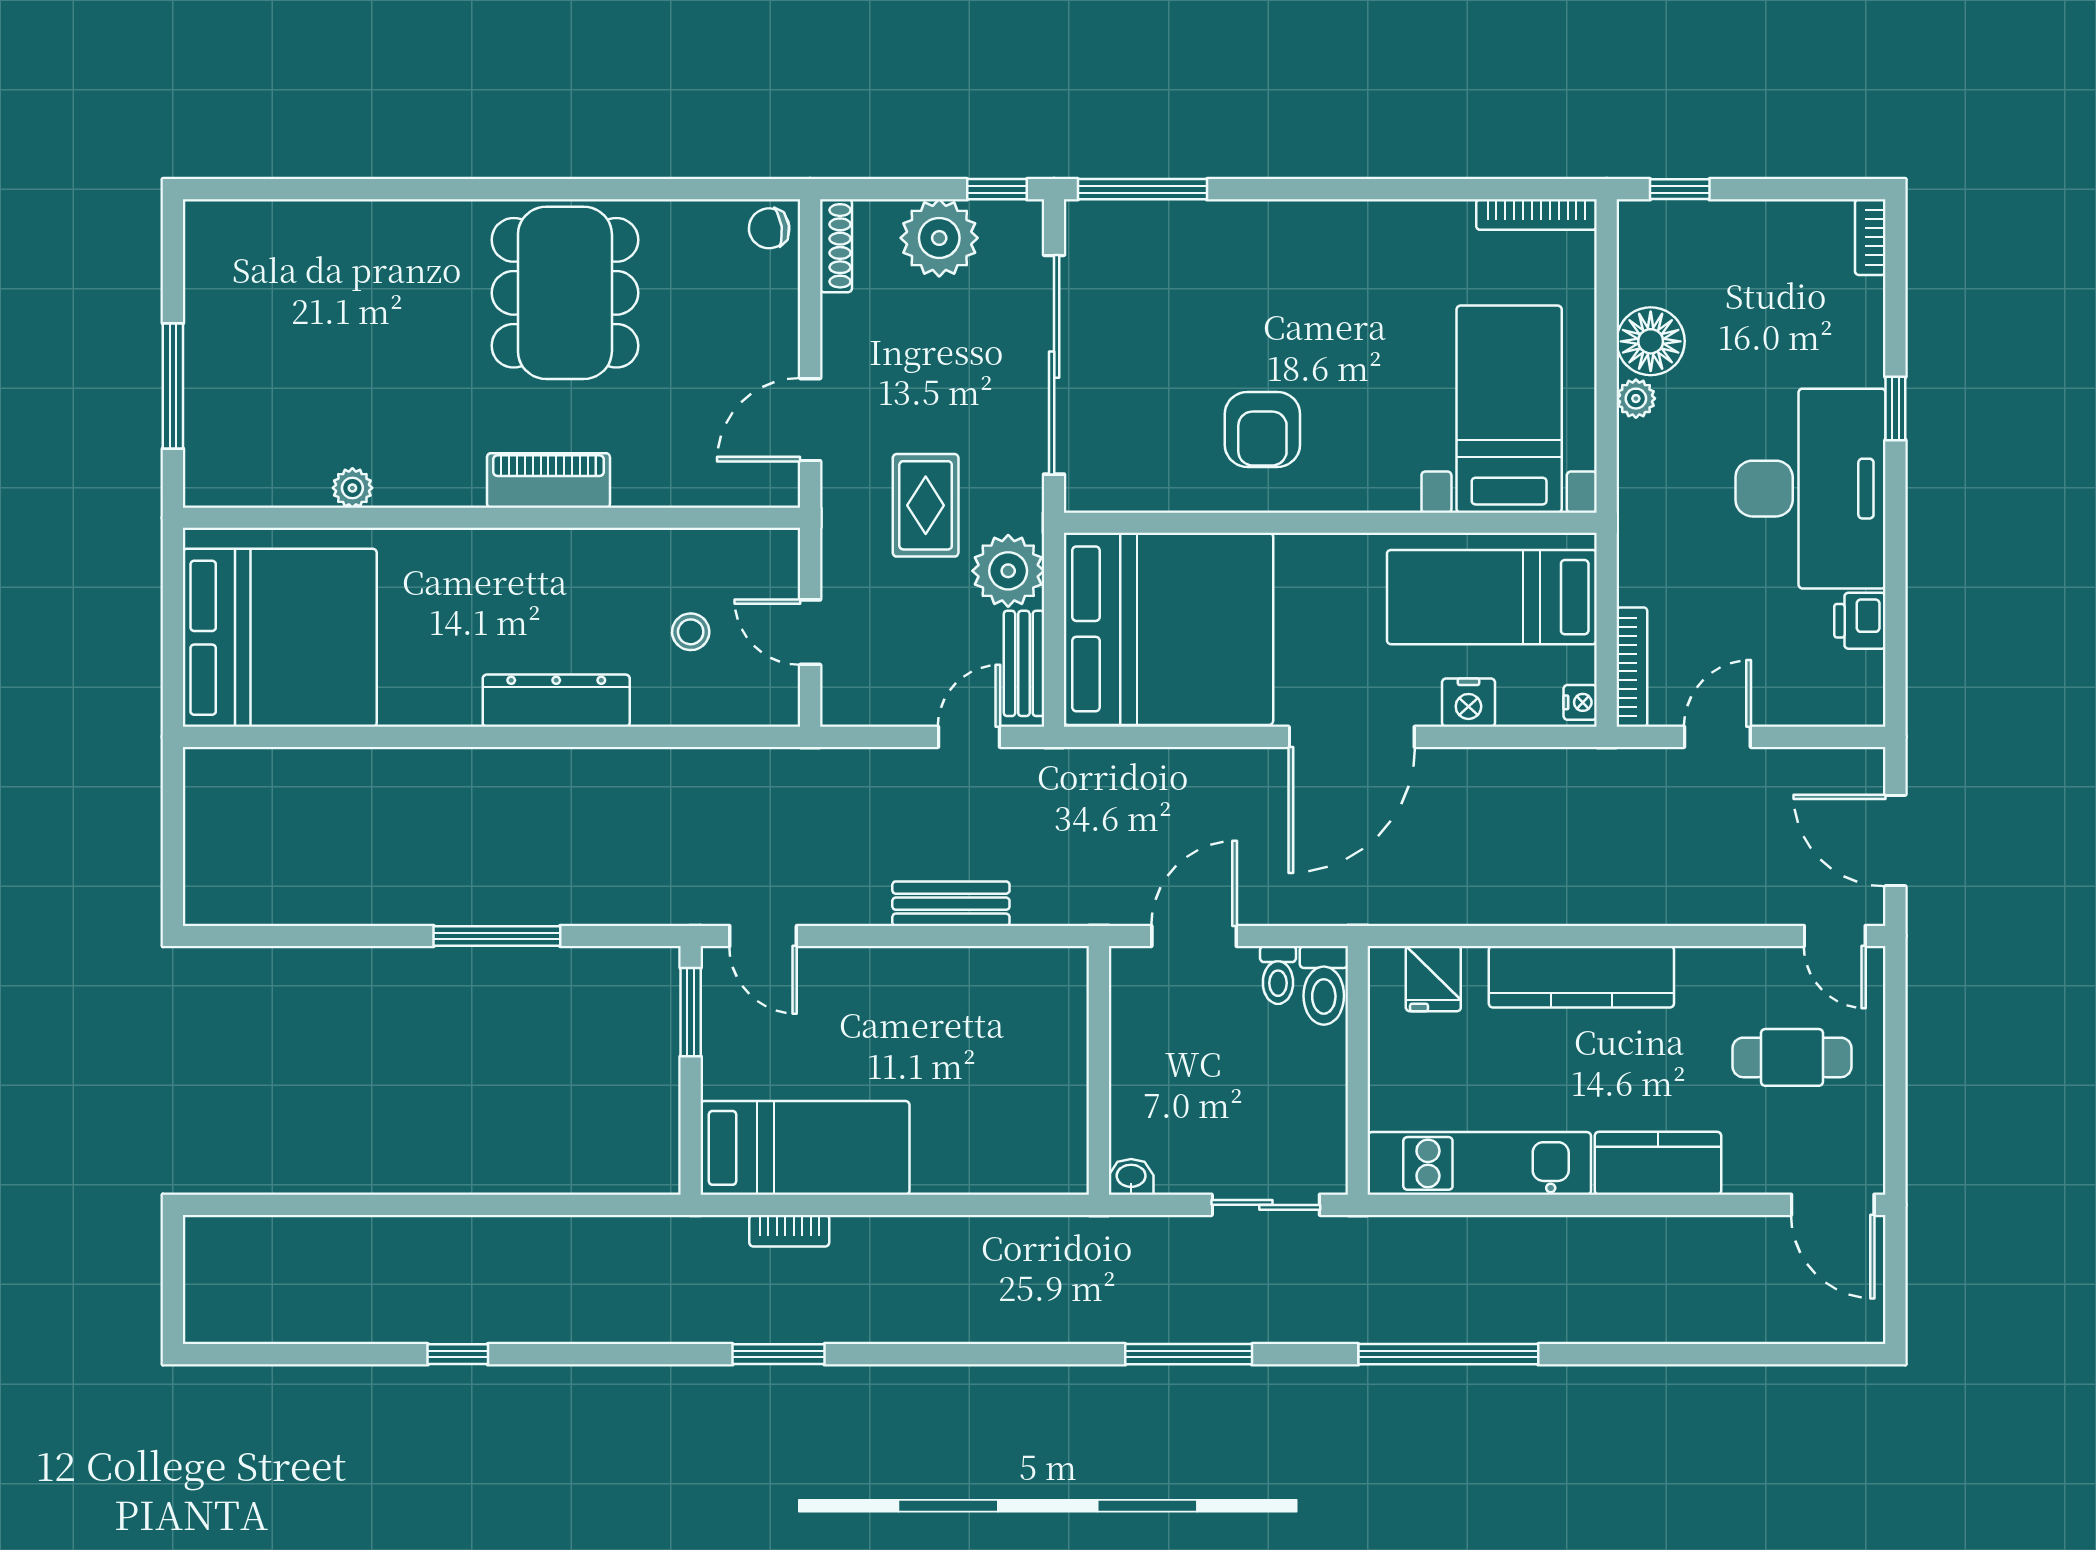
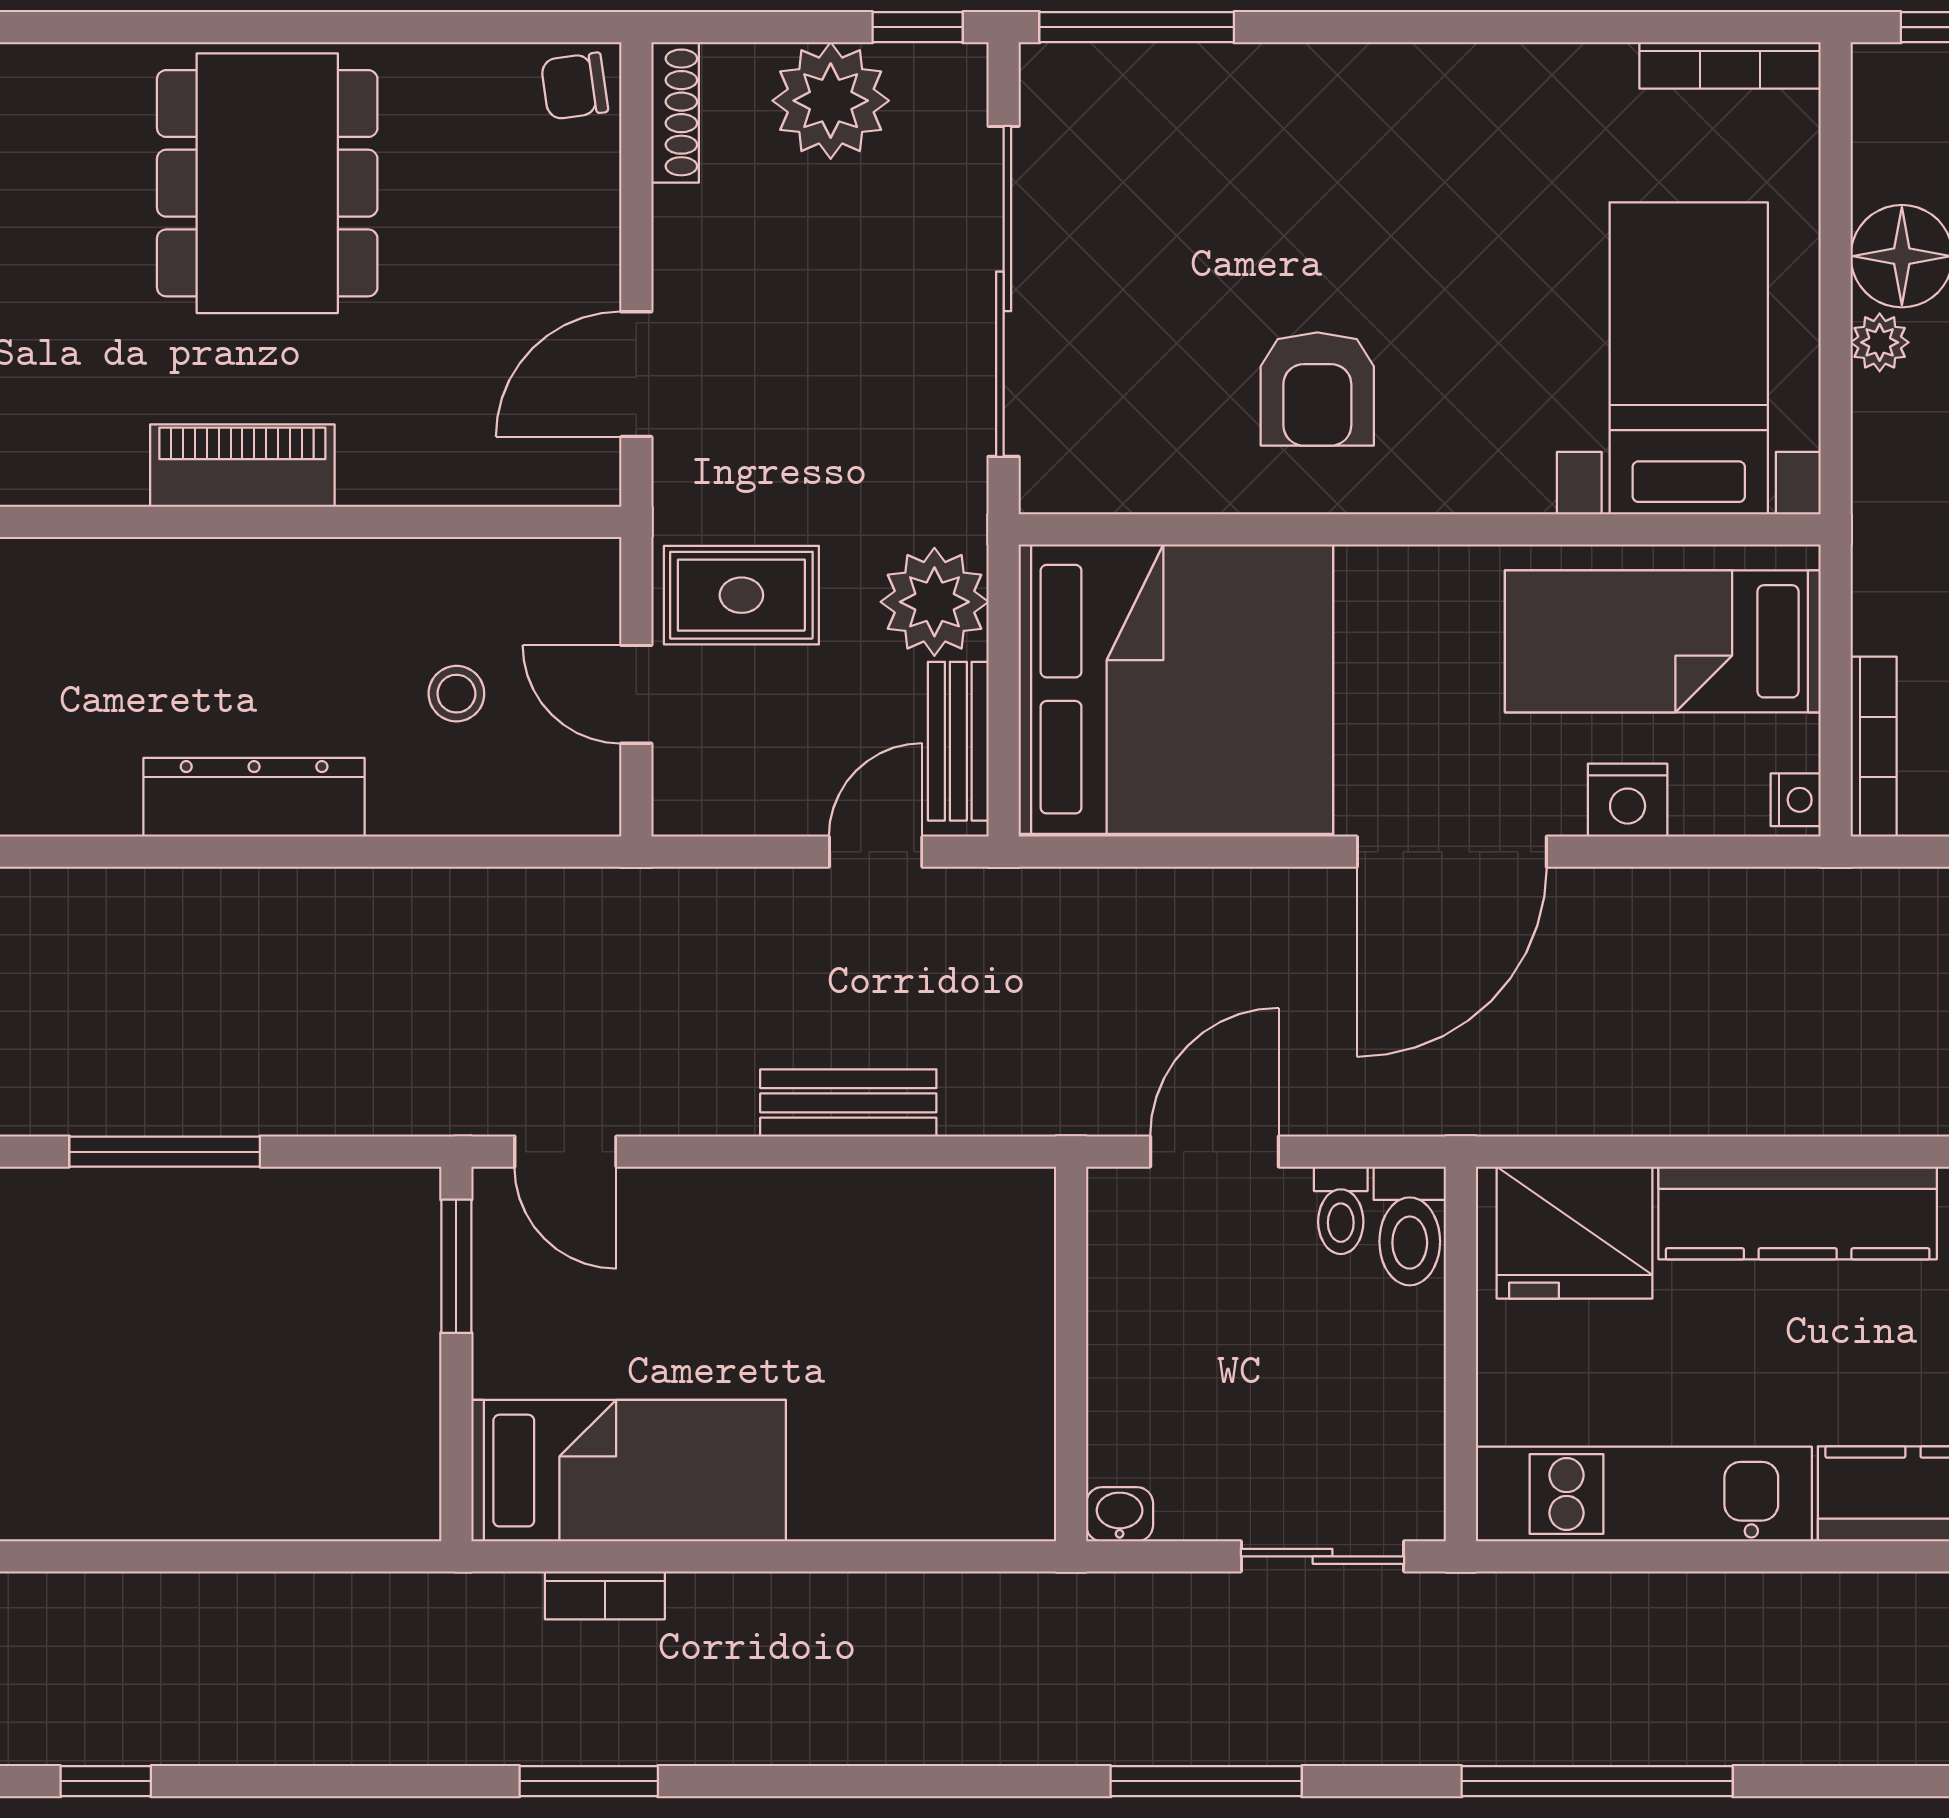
rug: (926, 505) -> (741, 595), moved, turned 90
fridge: (1433, 979) -> (1575, 1233), width x1.88, depth x1.34

